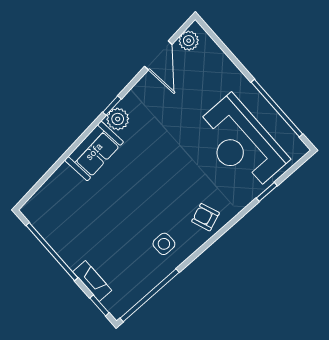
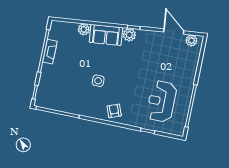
door: (158, 55) -> (174, 31), swing flipped
reception desk: (241, 143) -> (161, 101), width x0.74, depth x0.77
plant: (64, 175) -> (84, 29), added
side table: (164, 244) -> (98, 81), moved
fireplace: (92, 281) -> (50, 52), moved

